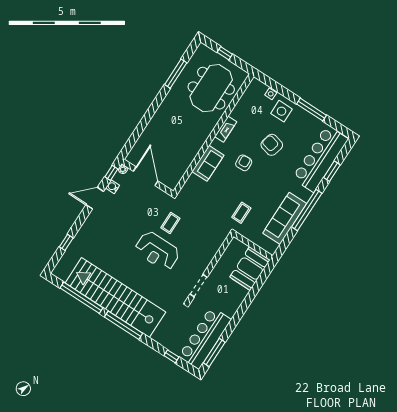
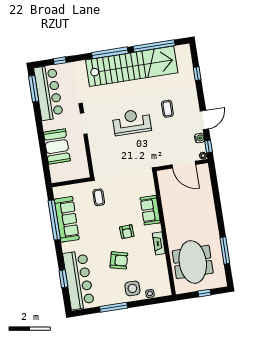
window: (307, 210) -> (54, 220), moved
coffee table: (170, 223) -> (167, 109), moved
booth: (250, 269) -> (57, 147), moved

